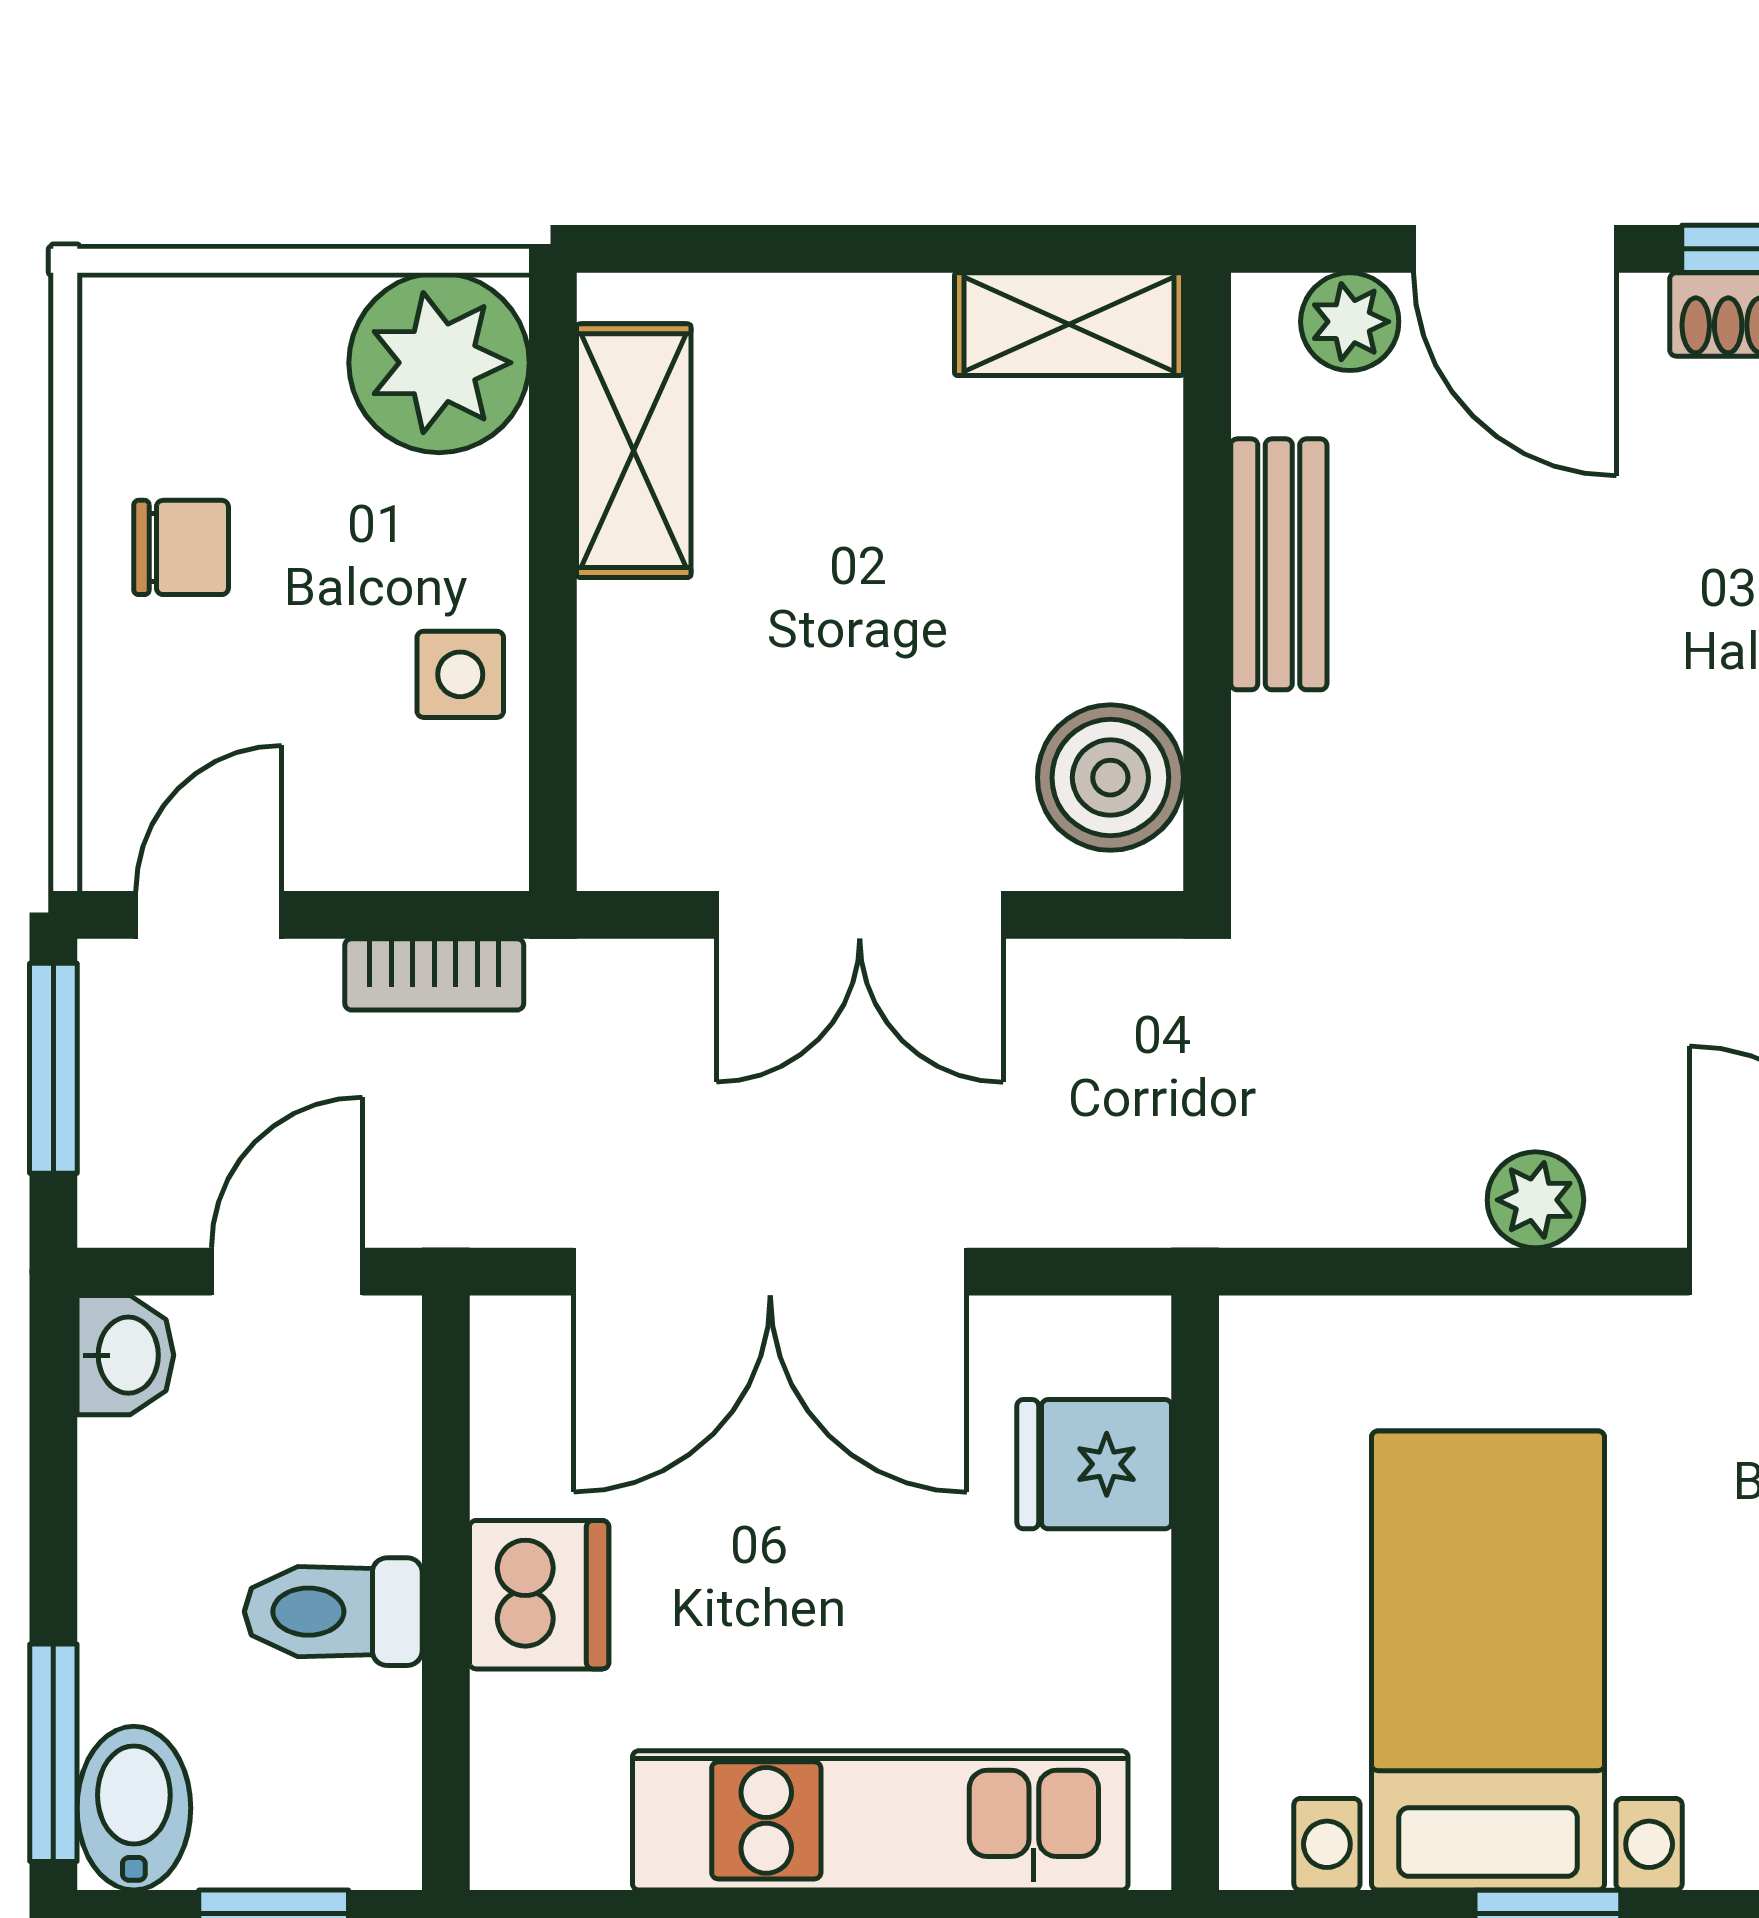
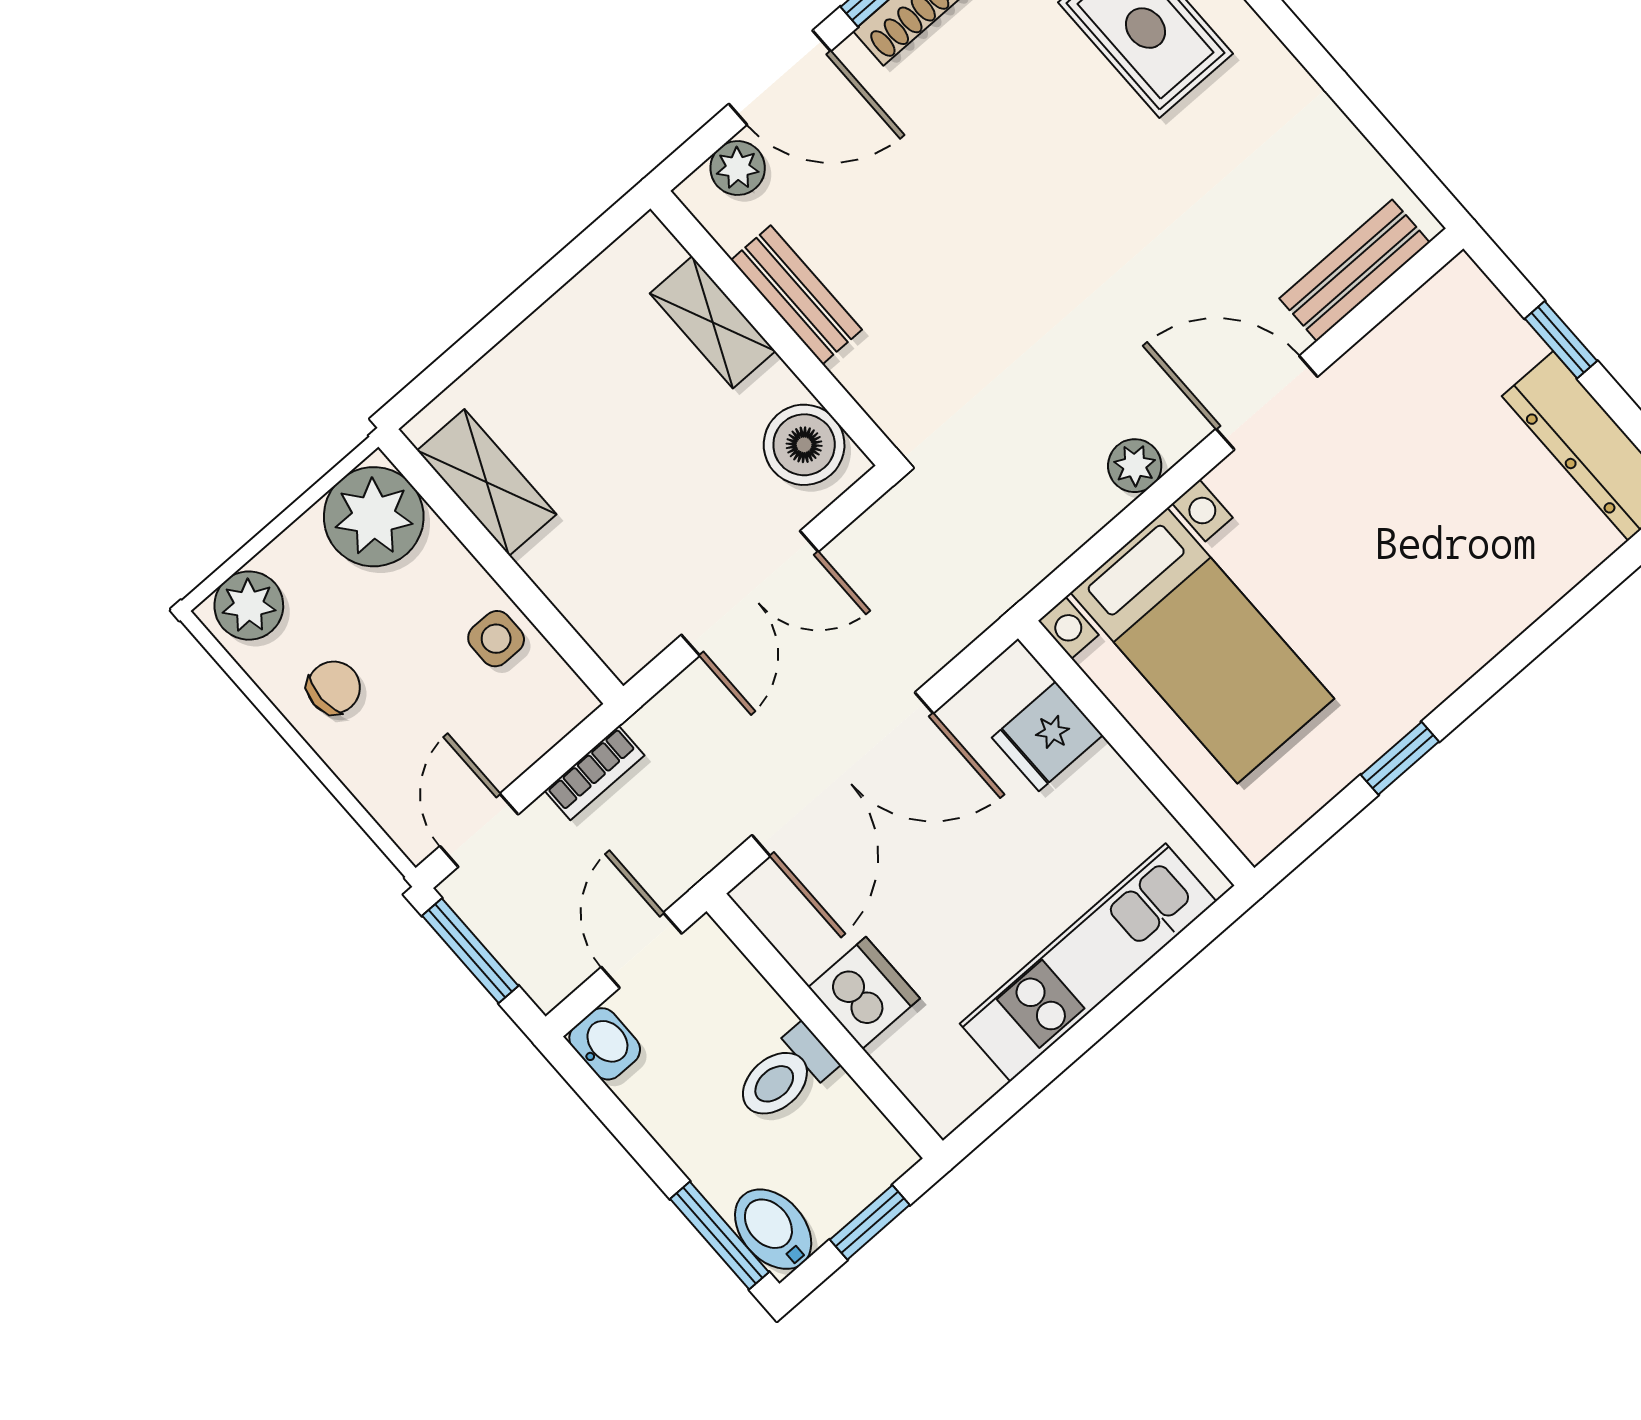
shelving: (1069, 324) -> (713, 322), moved, turned 90
plant: (163, 335) -> (249, 606), added
bed with nightstands: (1488, 1661) -> (1202, 646), moved, turned 180

